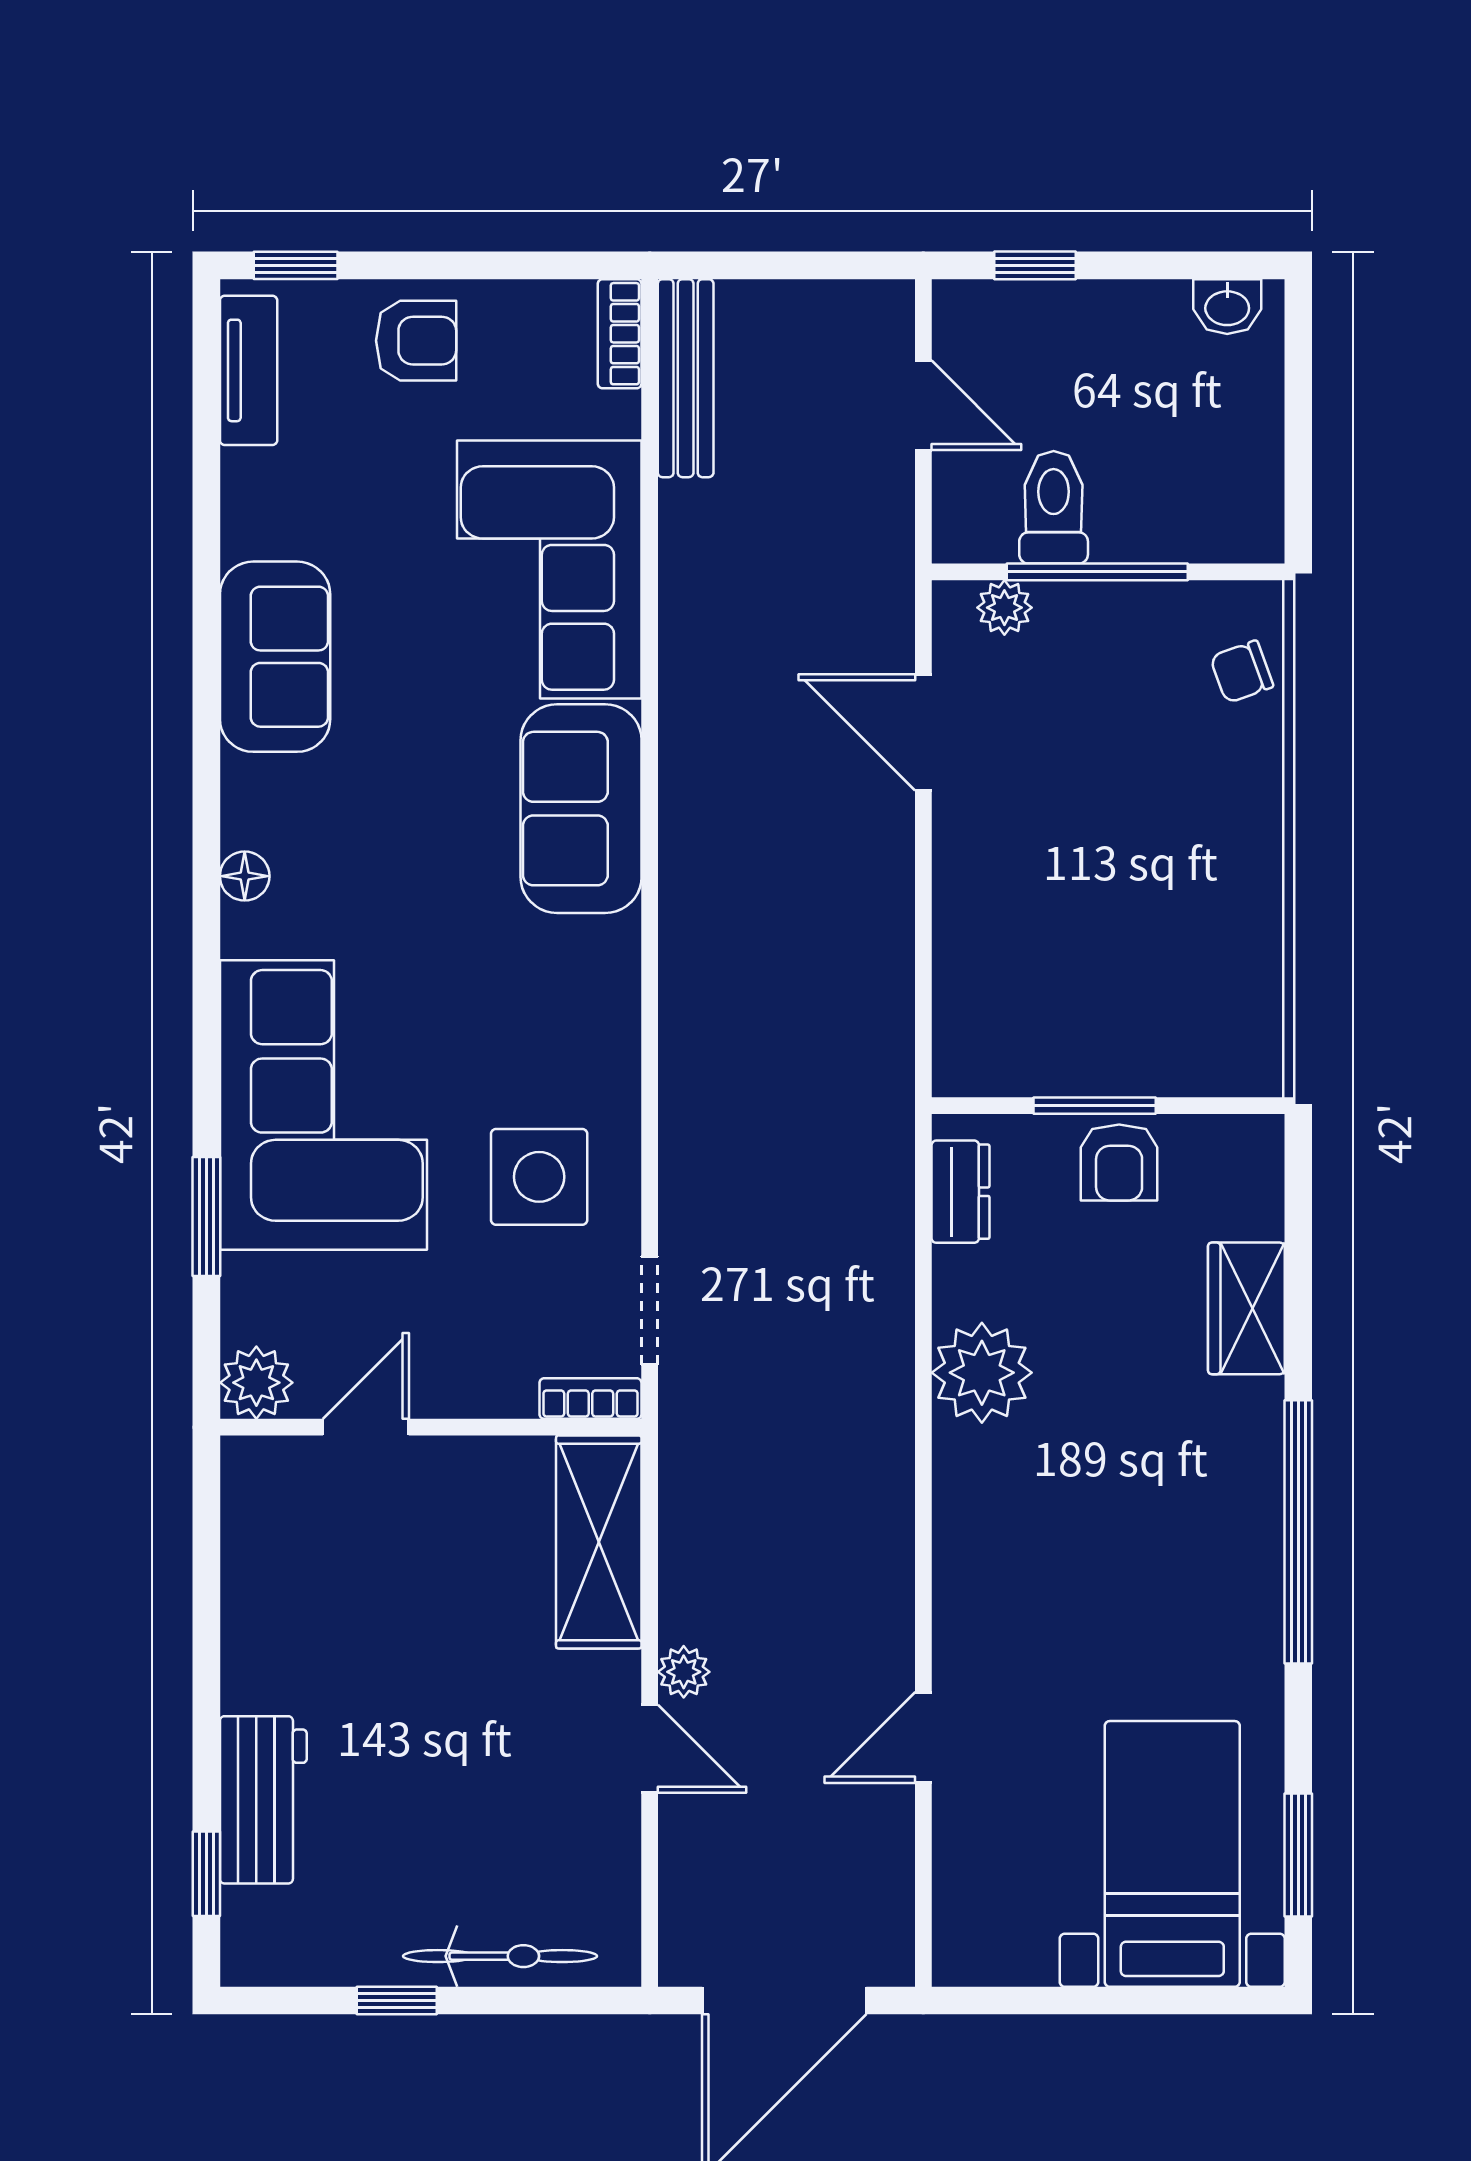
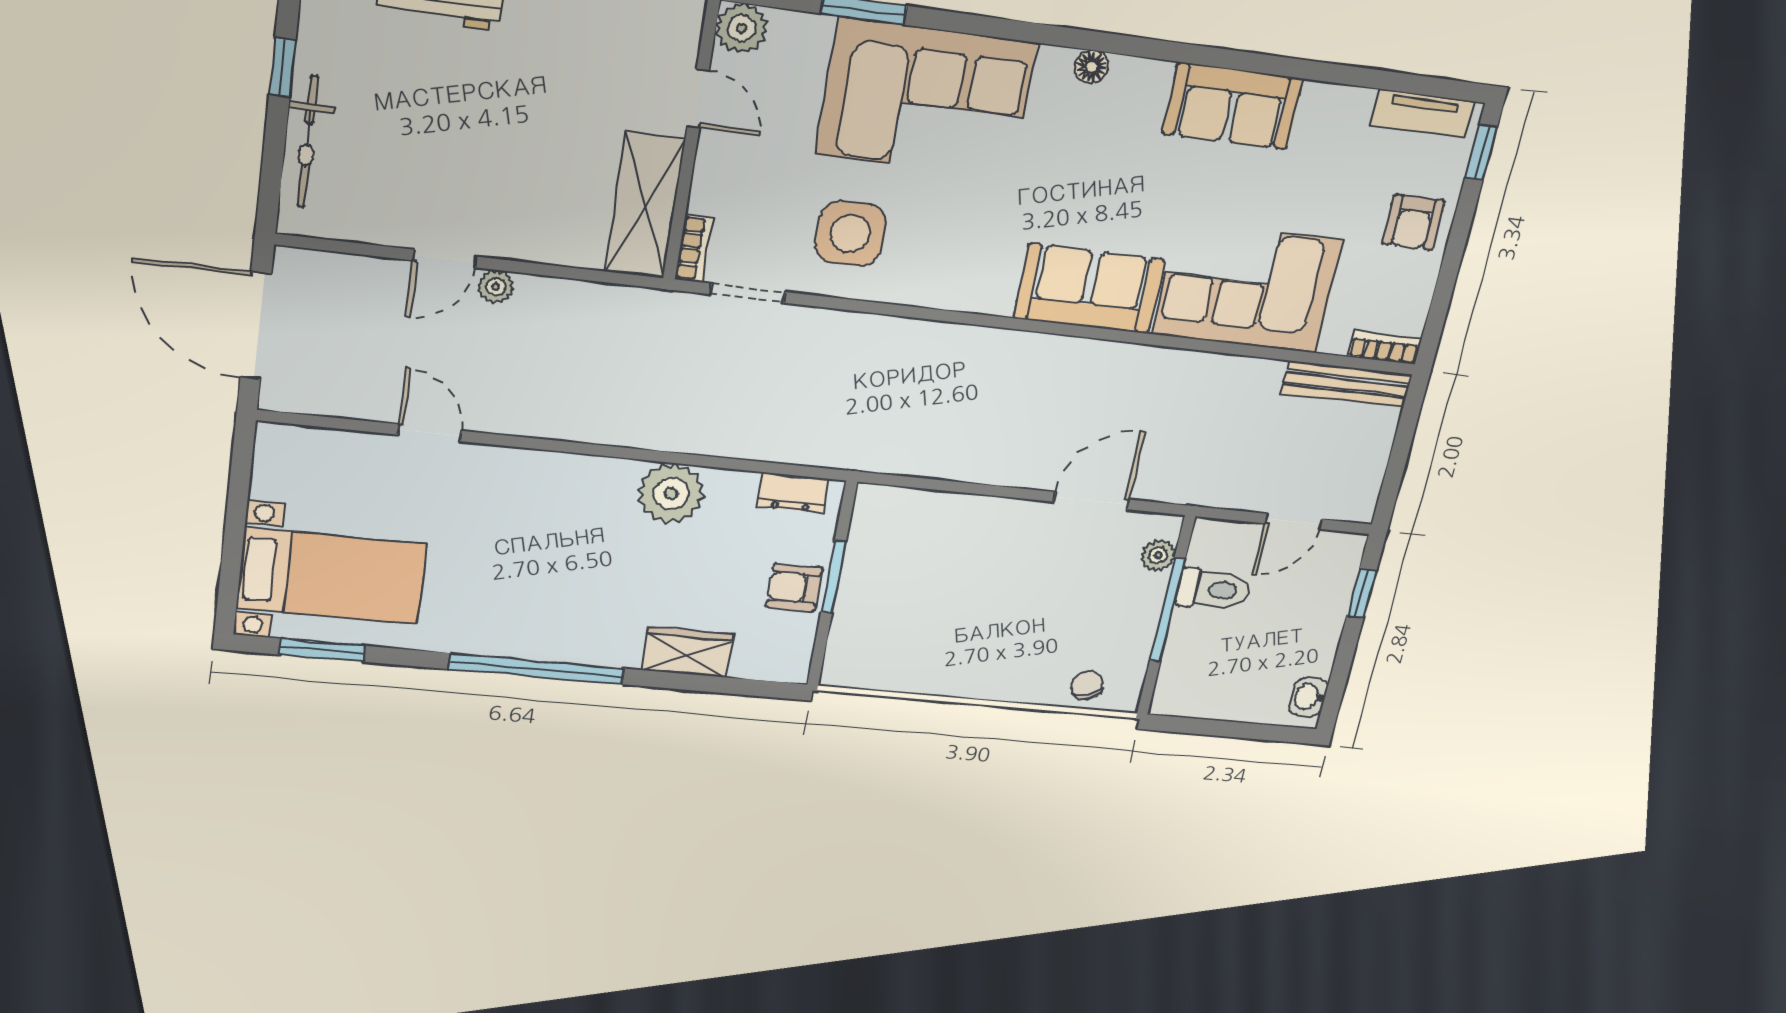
shelving: (599, 1542) -> (645, 205), moved, turned 90

